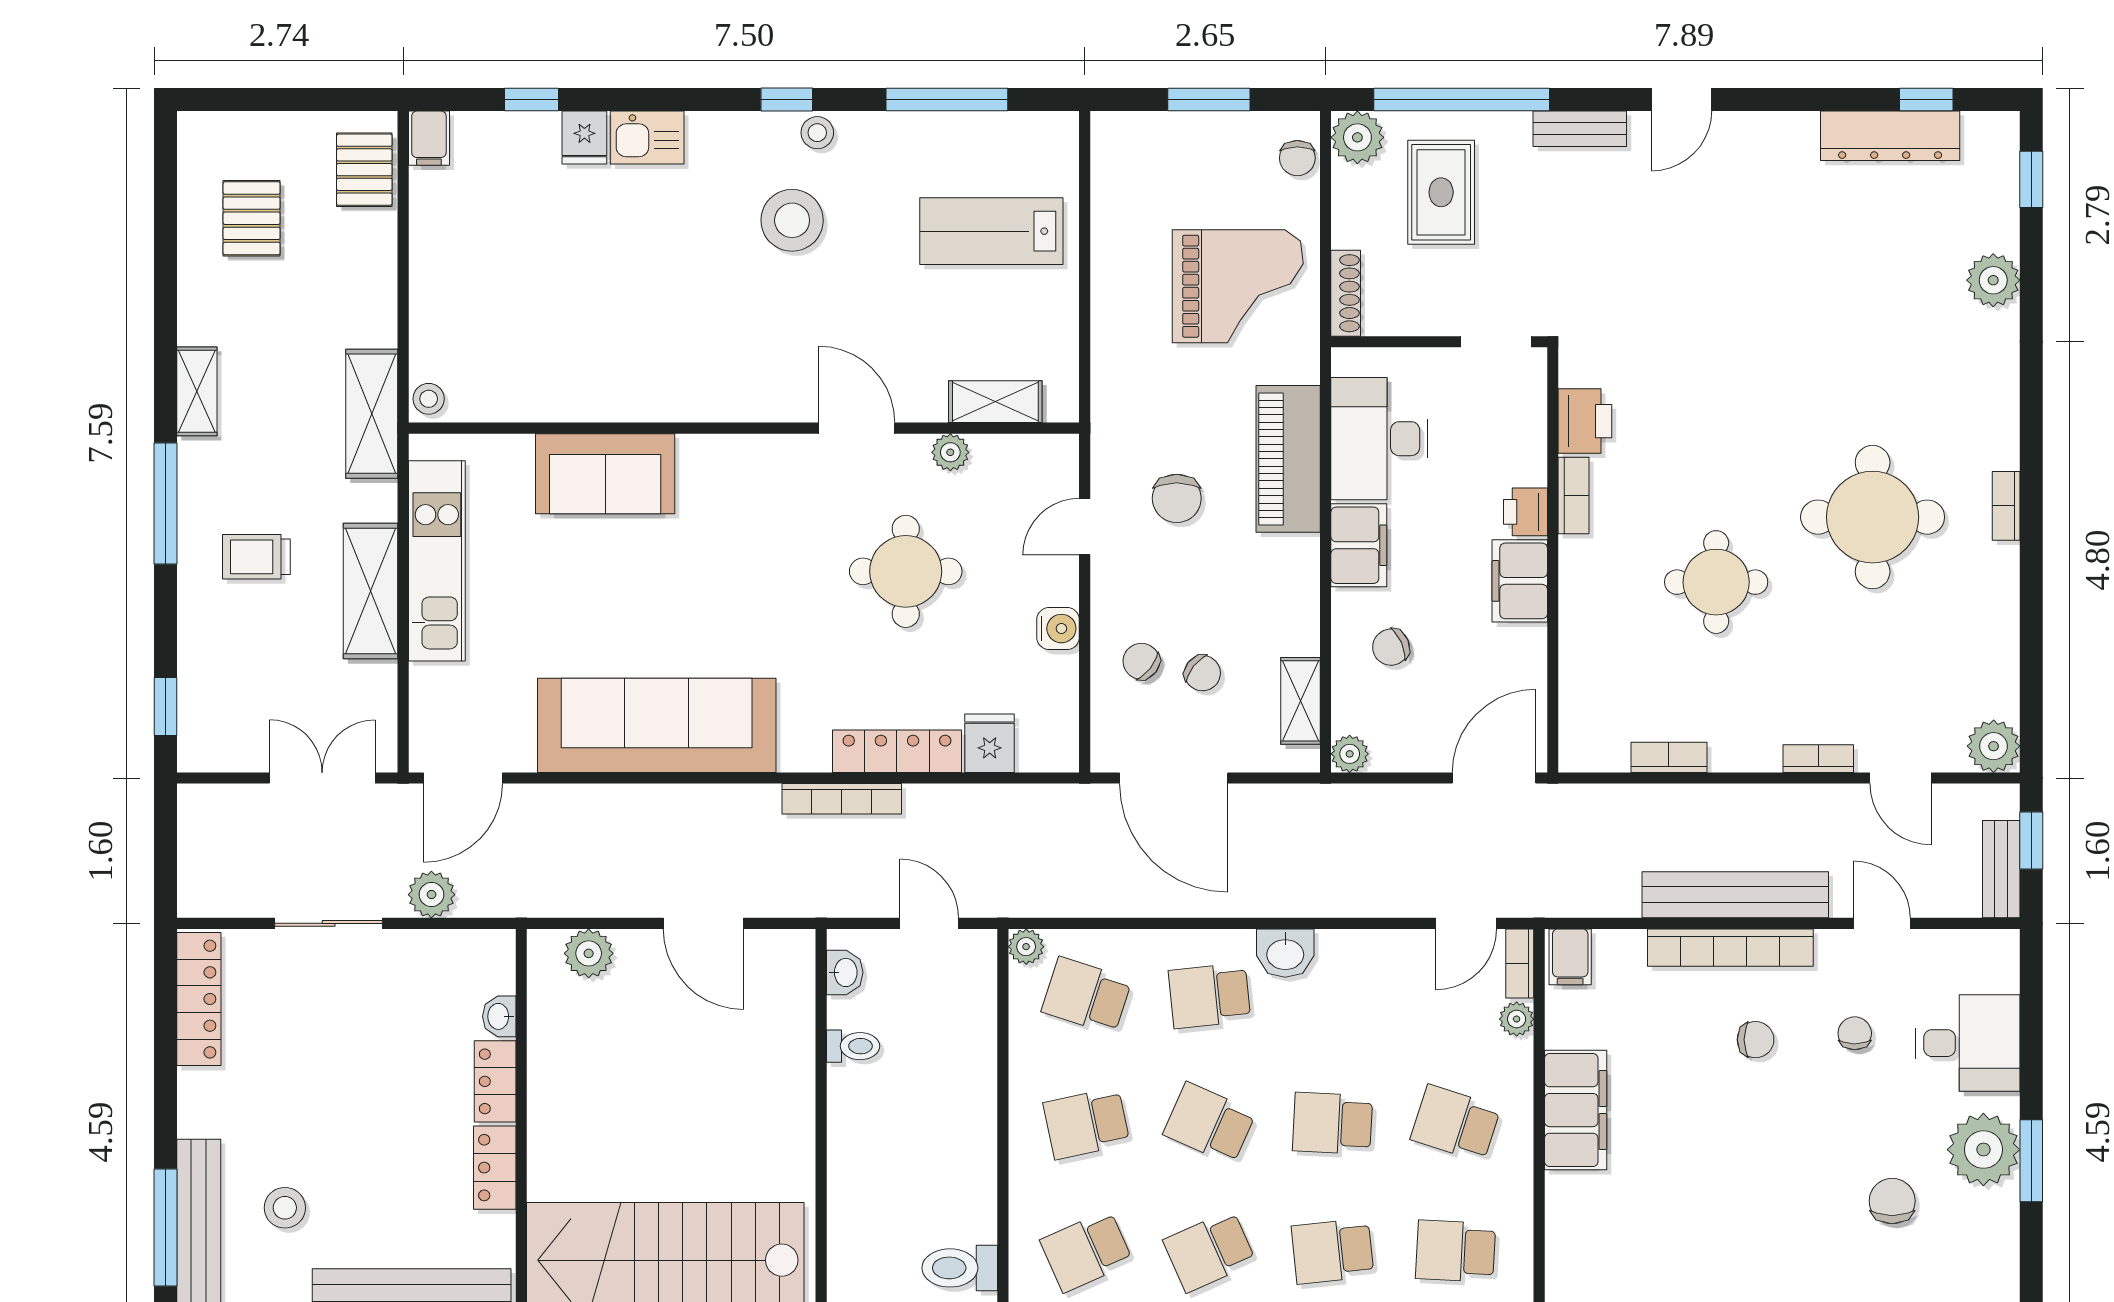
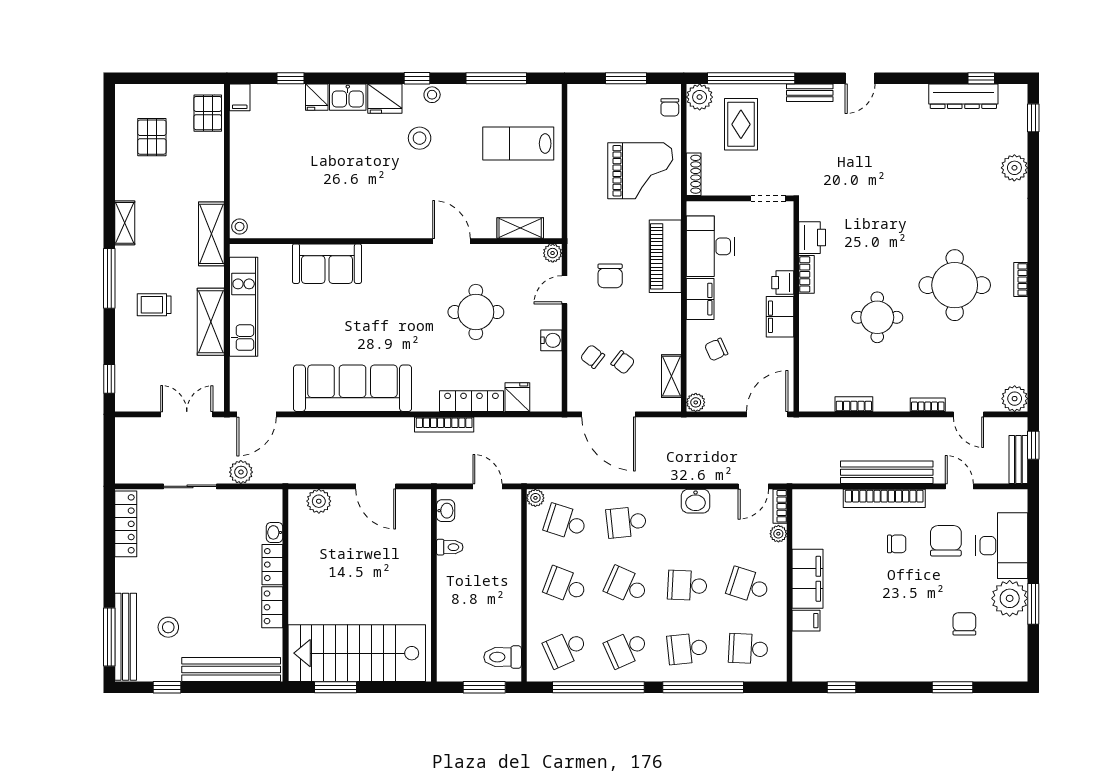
fridge: (722, 141) -> (385, 99), added
stool: (792, 220) -> (420, 138), width x0.73, depth x0.73
plant: (950, 452) -> (553, 253), moved
washbasin: (1285, 953) -> (696, 501), moved
filing cabinet: (1570, 957) -> (806, 621), moved, turned -90
chair: (1855, 1033) -> (946, 541), width x1.87, depth x1.87
desk: (1968, 1043) -> (1002, 546), width x1.37
school desk: (1086, 1123) -> (565, 585), turned 33

